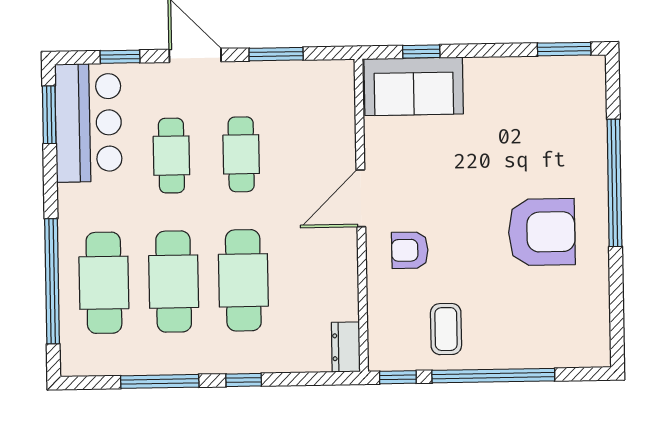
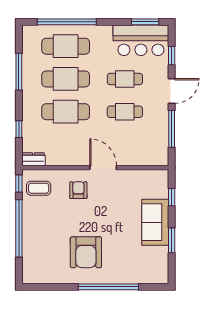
window: (564, 49) -> (172, 240), moved
window: (276, 54) -> (172, 129), width x1.44
sofa: (414, 86) -> (155, 222), moved
coffee table: (446, 329) -> (39, 188), moved
window: (244, 380) -> (19, 129), moved

